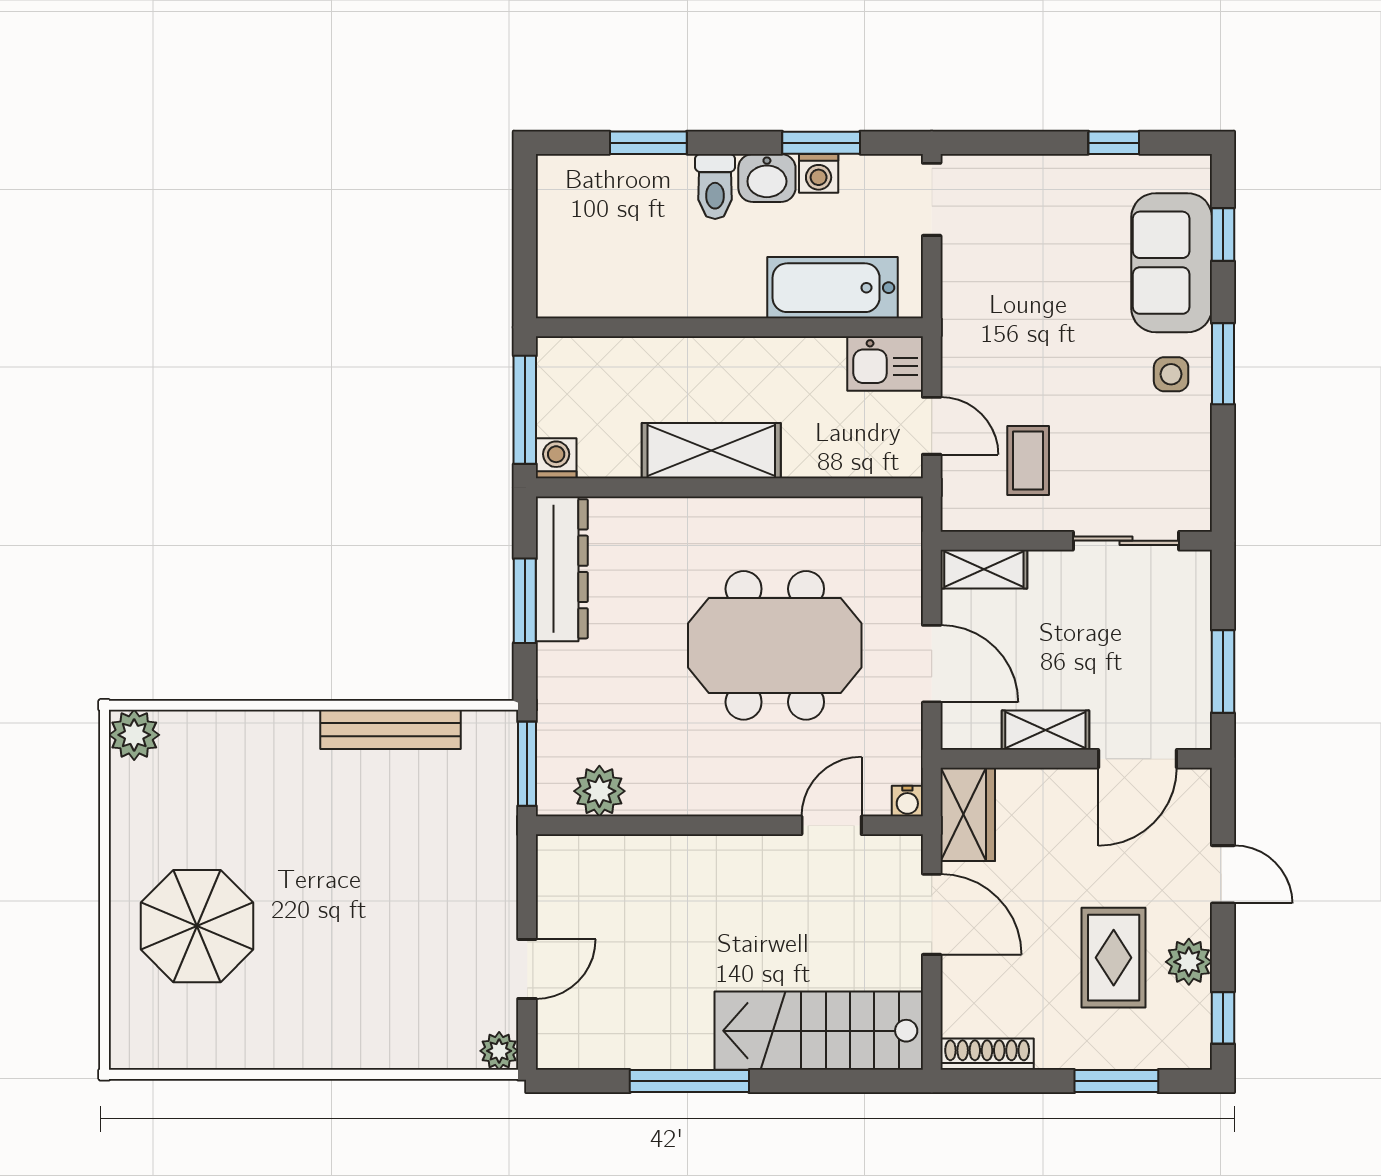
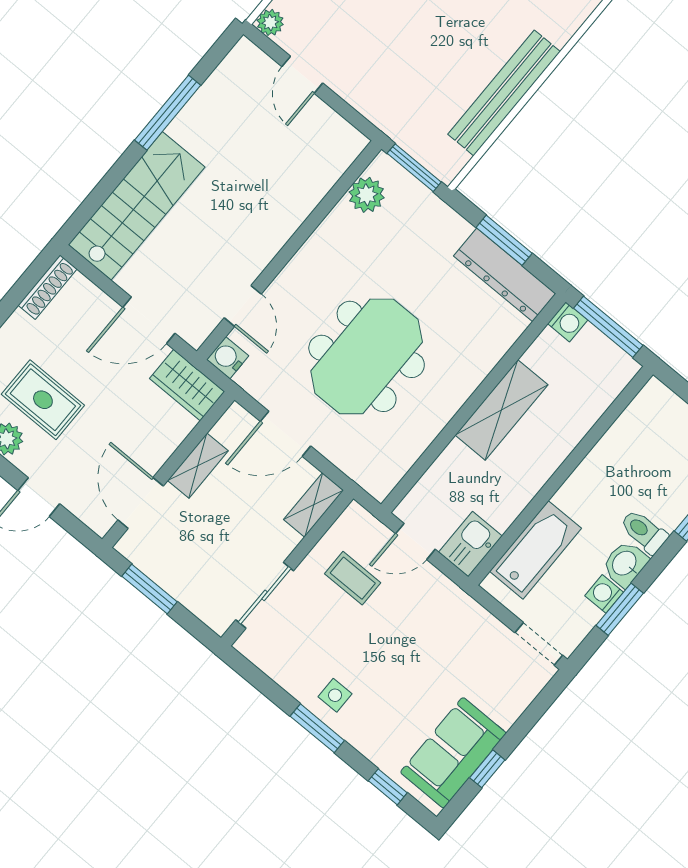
sofa: (1172, 263) -> (453, 753), moved, turned -90
bench: (391, 729) -> (504, 93), width x1.37, depth x1.21
water cooler: (907, 801) -> (228, 358), width x1.38, depth x1.38

